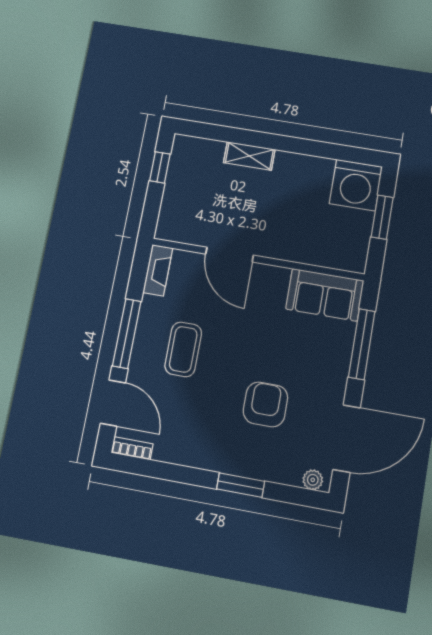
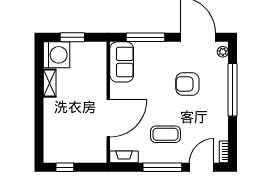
shelving: (249, 156) -> (50, 83), moved
door: (230, 255) -> (108, 118), width x1.36
window: (241, 485) -> (233, 90), width x2.11

